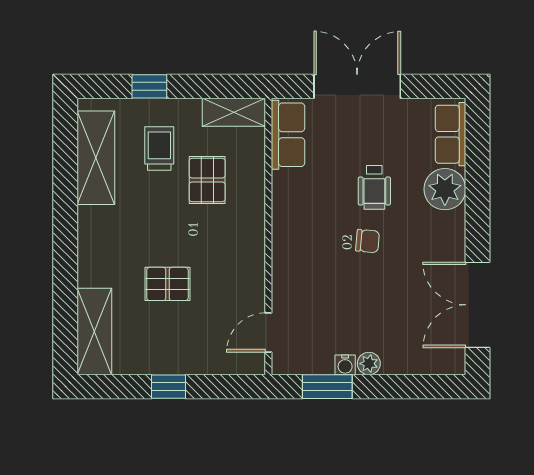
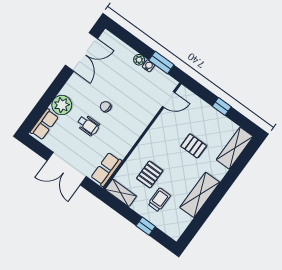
trolley: (159, 149) -> (159, 200), turned 180
shelving: (96, 158) -> (200, 195), moved
wheelchair: (374, 187) -> (88, 125), turned 90

